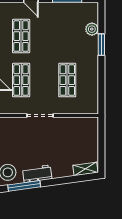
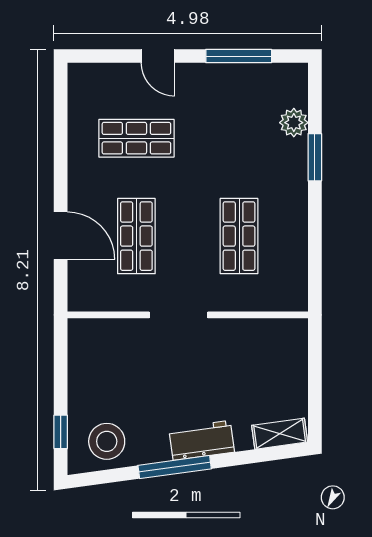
shop shelf: (21, 36) -> (136, 138), turned 90
workbench: (37, 174) -> (202, 440), moved
window: (24, 186) -> (175, 467), moved

